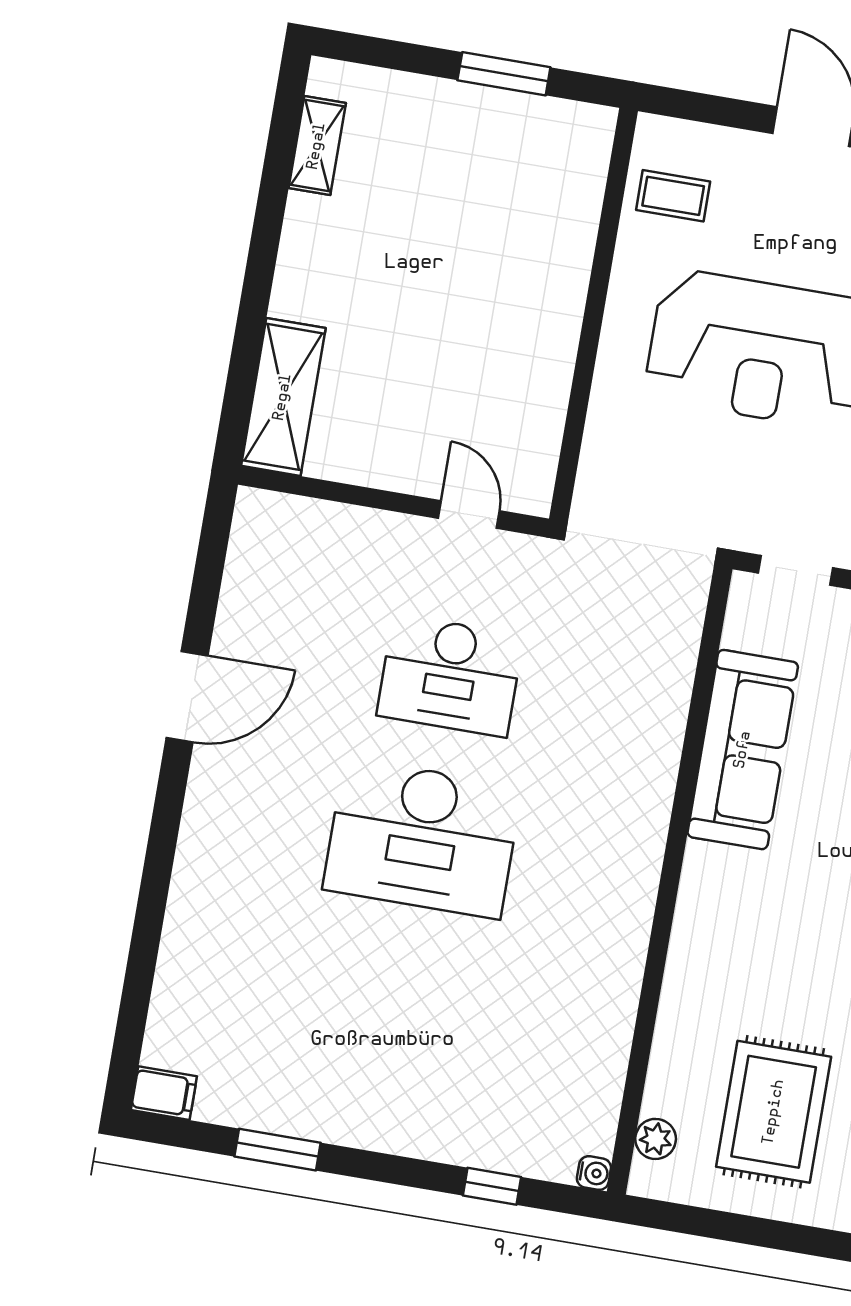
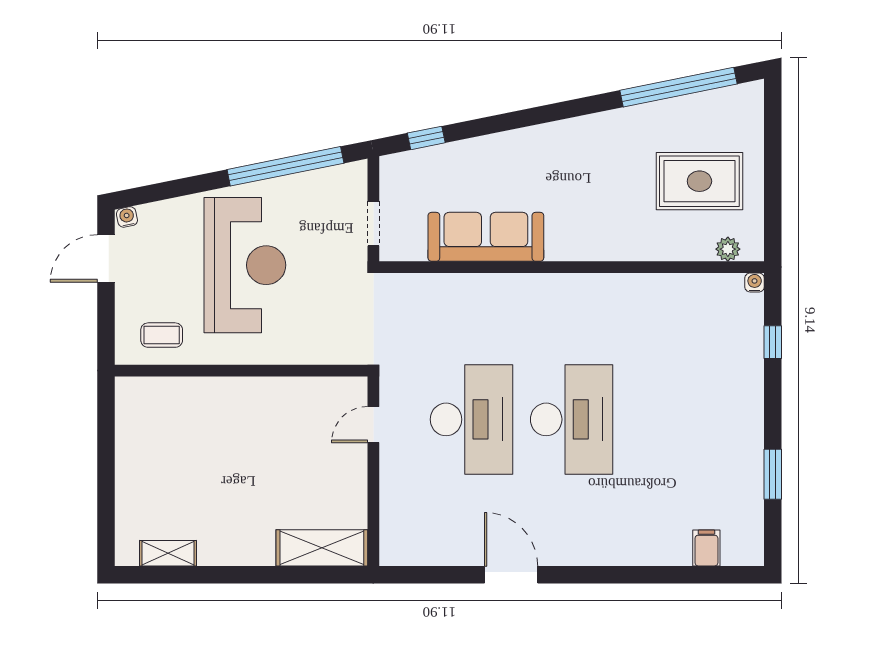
window: (504, 74) -> (106, 449), removed
coffee table: (673, 196) -> (162, 335), turned 90
desk: (450, 676) -> (471, 419), width x1.36, depth x1.30
filing cabinet: (164, 1093) -> (706, 548), moved

